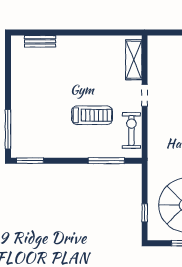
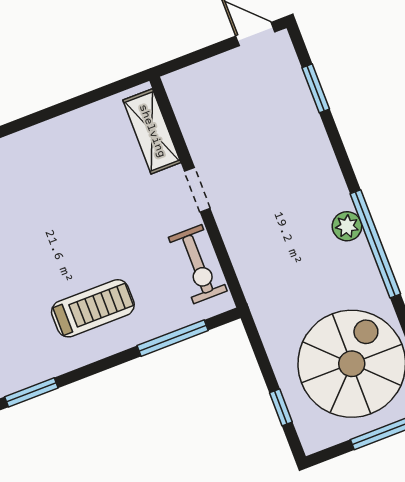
treadmill: (92, 115) -> (93, 308), moved
exercise bike: (131, 130) -> (198, 264), turned 180

